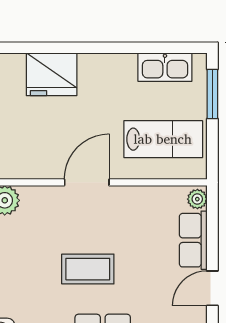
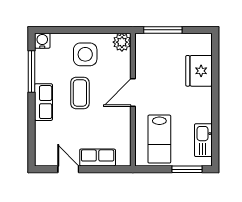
door: (87, 182) -> (133, 92), swing flipped
plant: (197, 199) -> (123, 160), removed
side table: (25, 260) -> (85, 54), added

